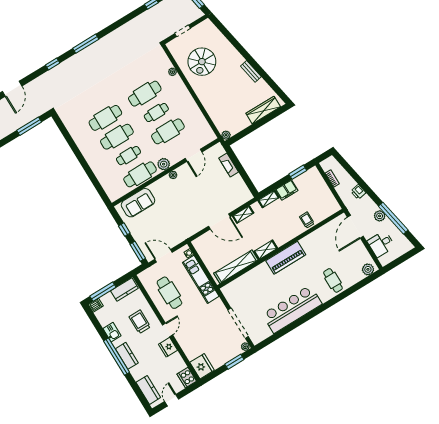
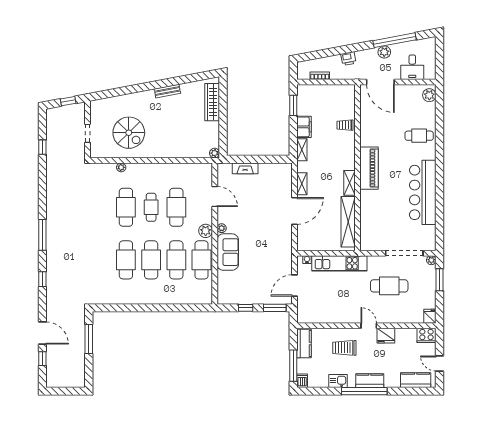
cafe table: (128, 156) -> (176, 260), width x1.37, depth x1.35
sofa: (138, 203) -> (228, 252), moved
cafe table: (169, 293) -> (389, 286), moved
fridge: (202, 366) -> (430, 316), width x0.53, depth x0.75

